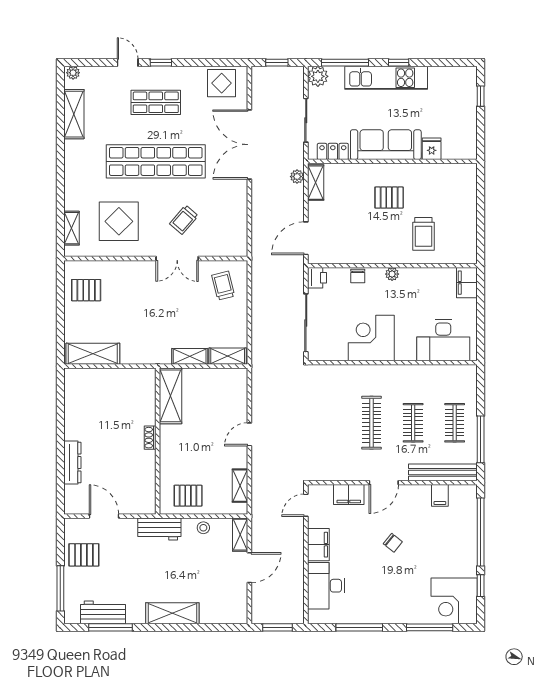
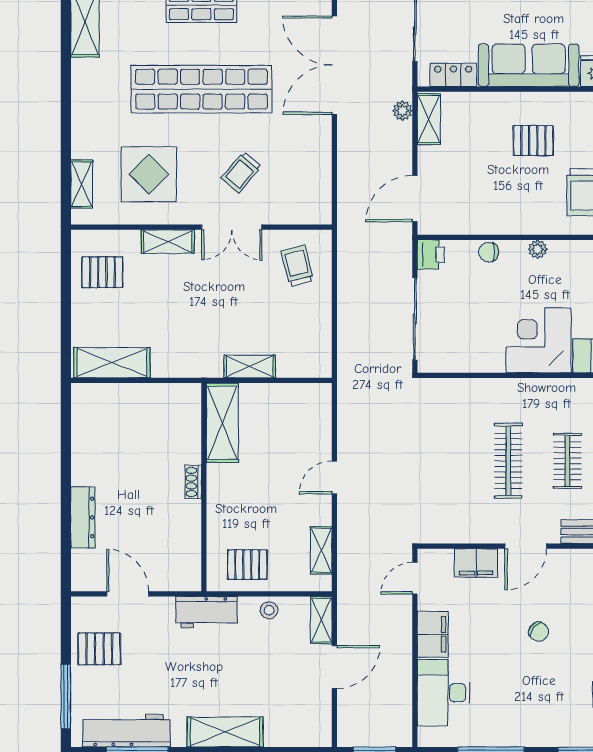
chair: (358, 276) -> (489, 252), turned 90
corner desk: (371, 338) -> (538, 340), moved
shelving: (228, 356) -> (168, 242), moved
workbench: (103, 612) -> (126, 731), width x1.38

